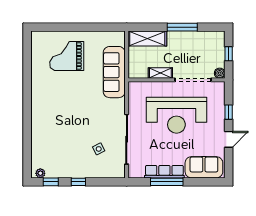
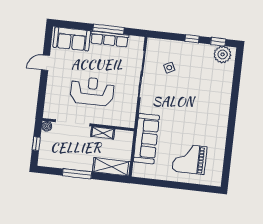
grand piano: (67, 56) -> (189, 159), turned 180
window: (229, 112) -> (42, 88), removed
reception desk: (176, 115) -> (92, 91), width x0.74, depth x0.77
plant: (40, 173) -> (223, 54), width x1.88, depth x1.88

